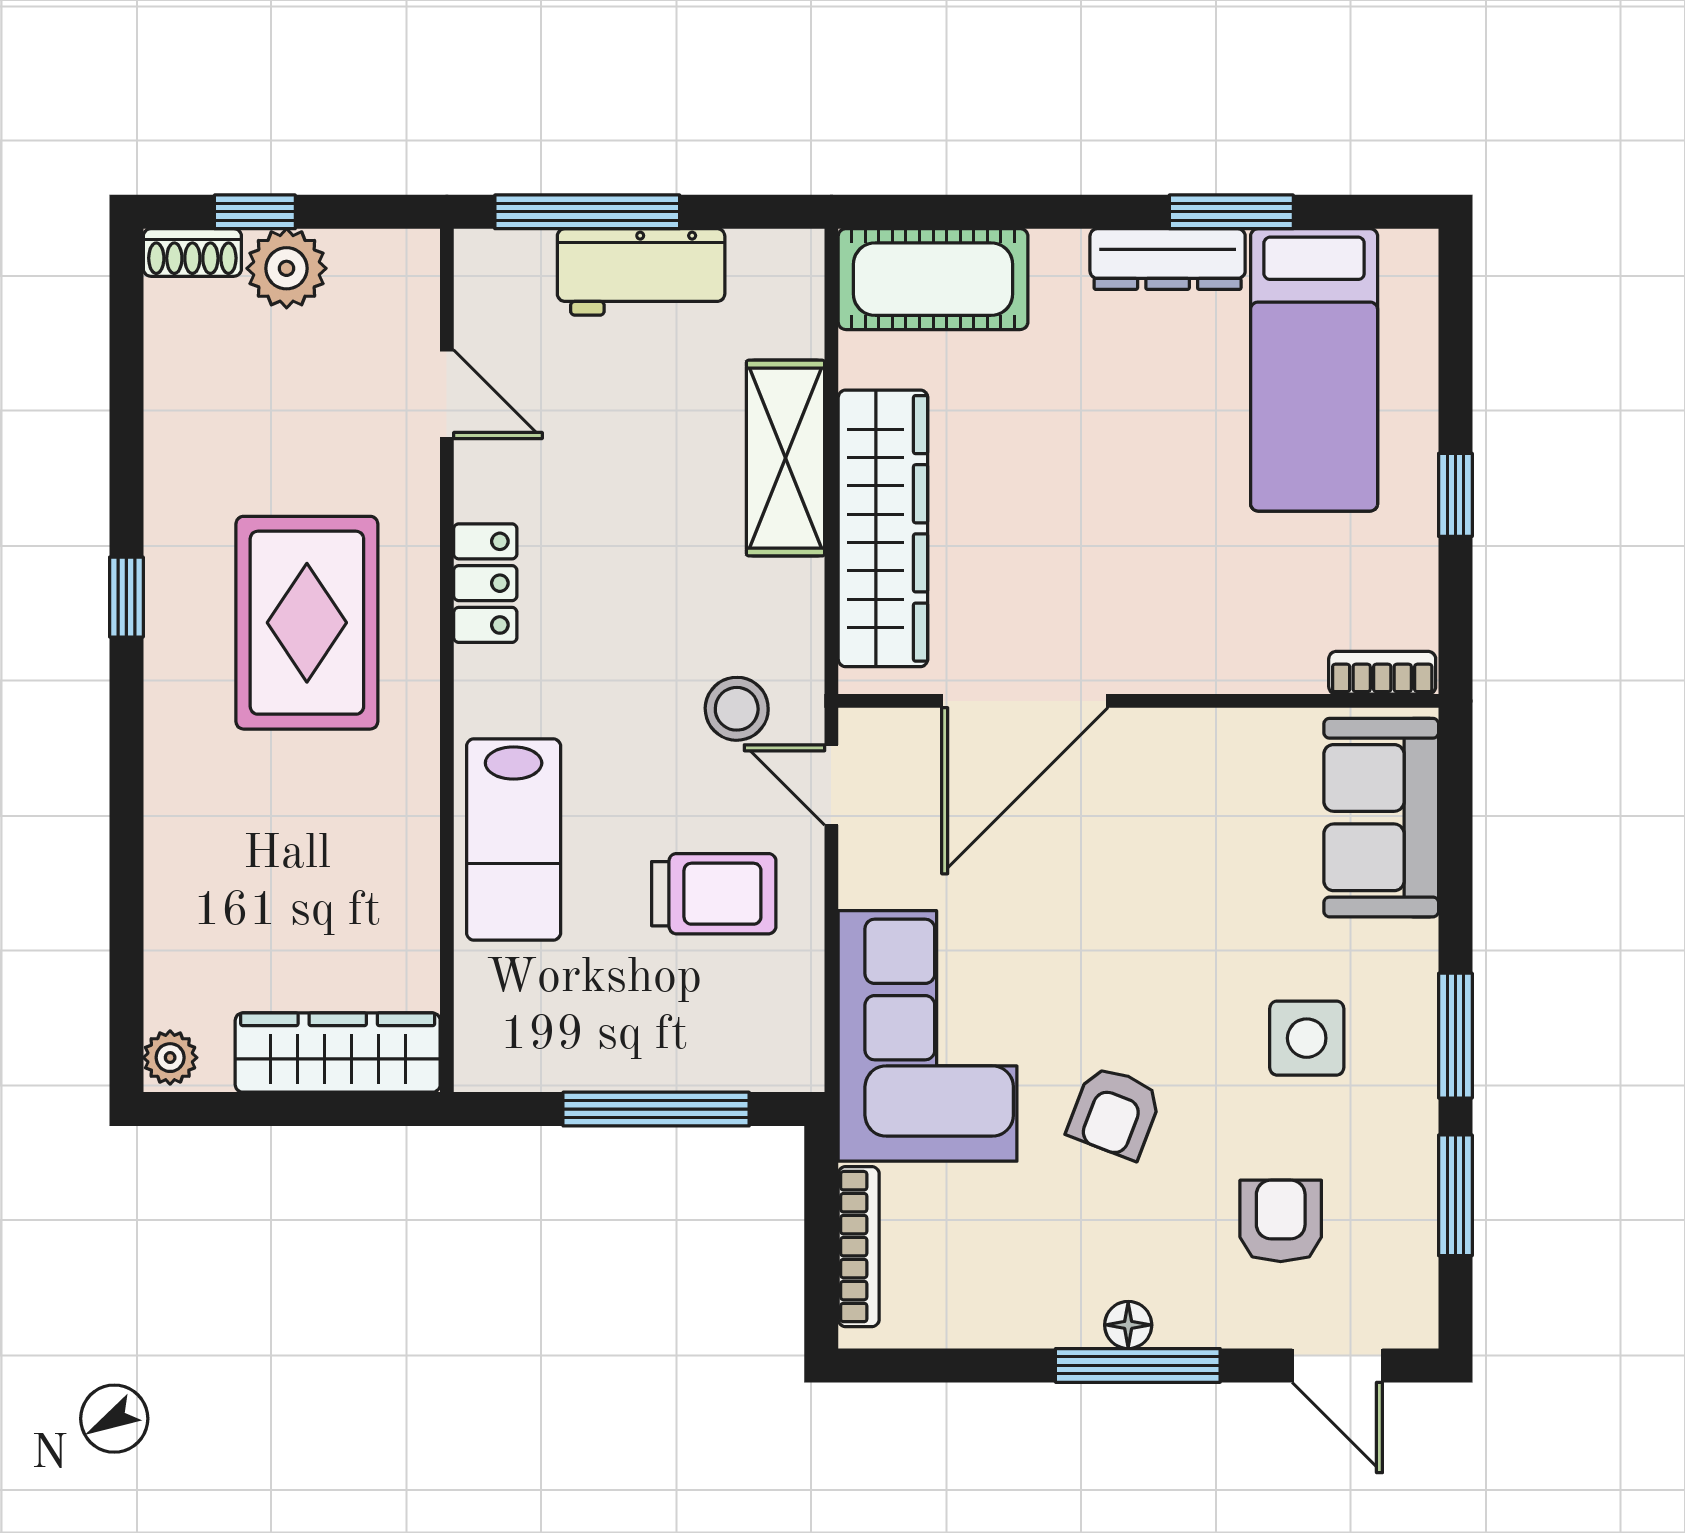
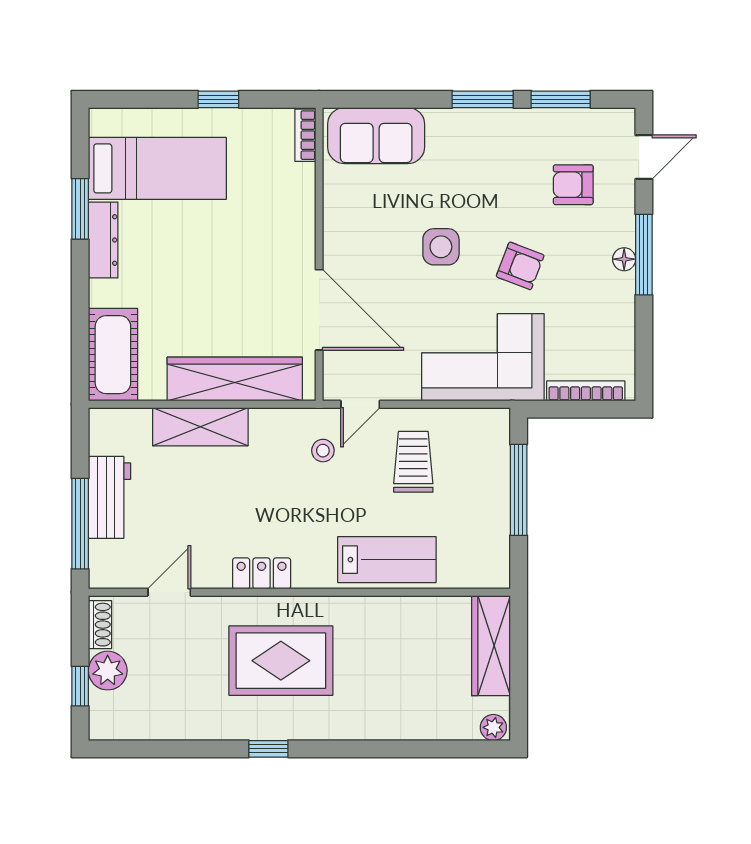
shoe rack: (192, 252) -> (100, 625), moved
stool: (737, 709) -> (323, 451), width x0.73, depth x0.73
side table: (1307, 1038) -> (441, 247), moved

